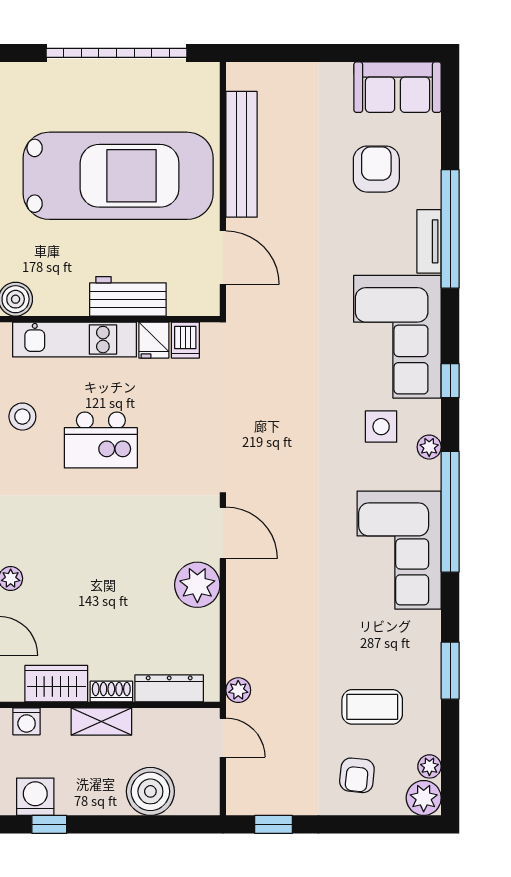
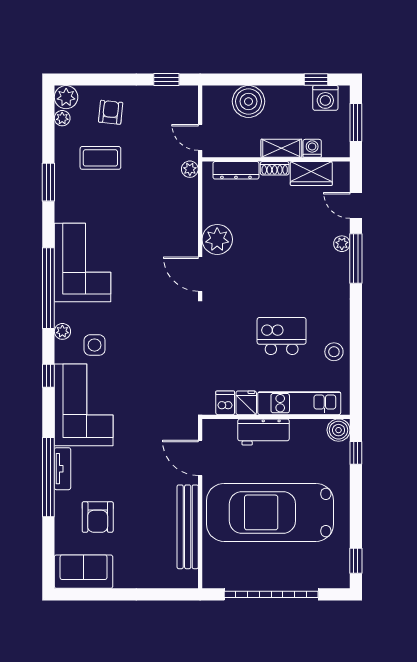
washing machine: (27, 721) -> (312, 148), moved

